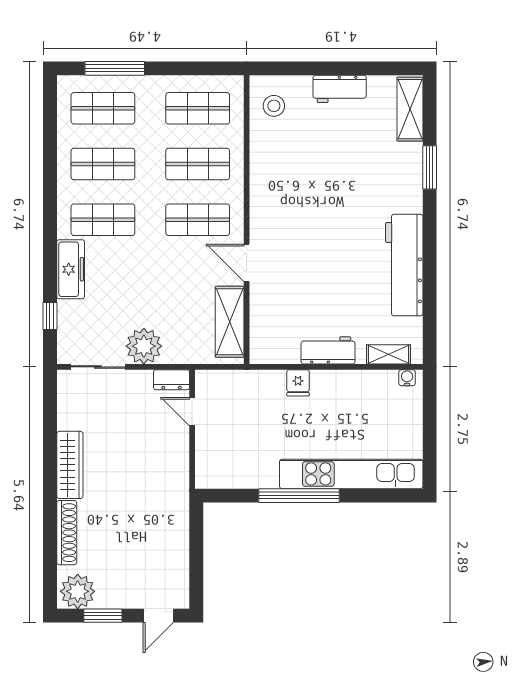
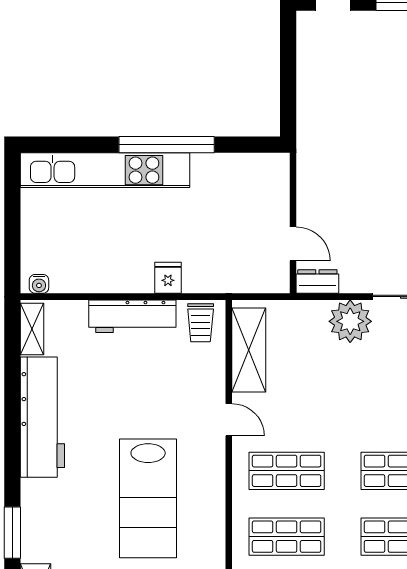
lab bench: (315, 196) -> (148, 498), added
door: (247, 263) -> (229, 420), width x0.73
trolley: (270, 345) -> (201, 323), added
workbench: (328, 350) -> (132, 316), width x1.38
shelving: (389, 354) -> (32, 329), moved, turned 90

